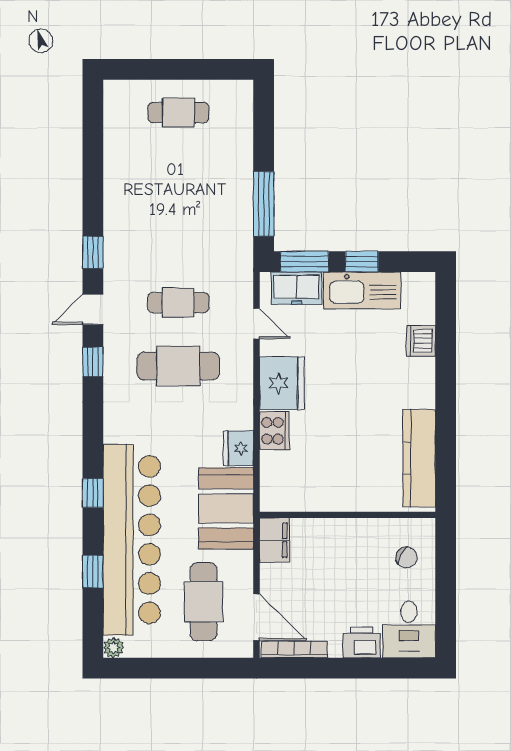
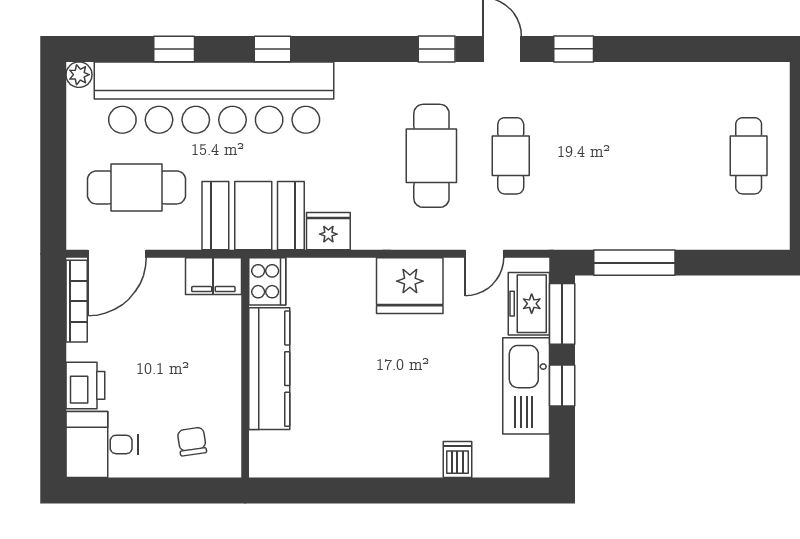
dishwasher: (421, 341) -> (457, 459), width x0.73
cooker: (274, 431) -> (267, 281), moved, turned -90
kitchen counter: (419, 458) -> (269, 369), moved, turned 90
chair: (407, 557) -> (192, 442), turned 145

